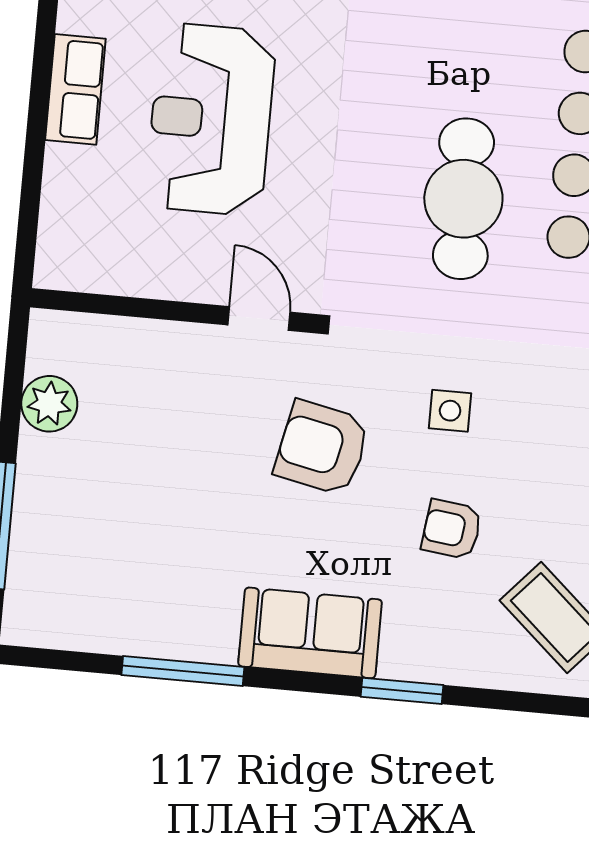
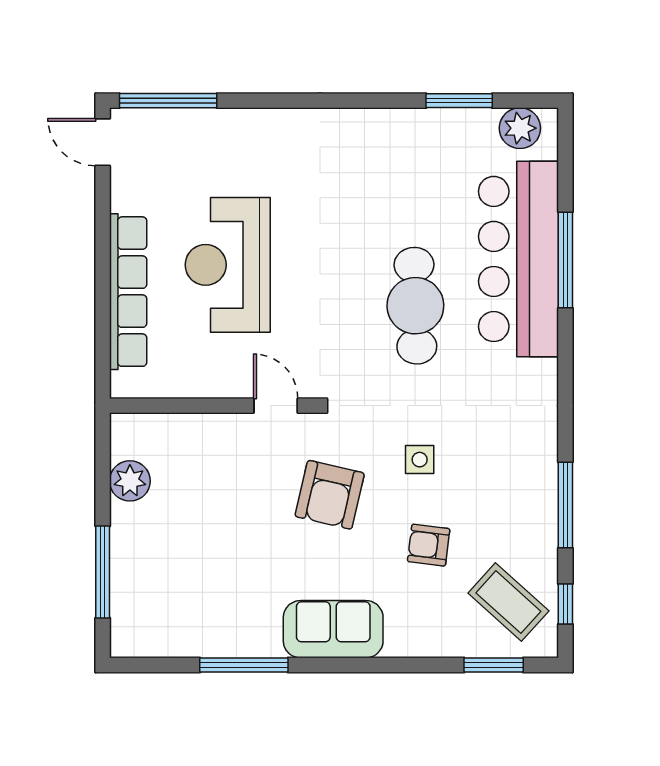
row of seats: (75, 89) -> (128, 292), width x2.02
armchair: (322, 448) -> (330, 495), turned -89
window: (402, 691) -> (494, 665), moved

